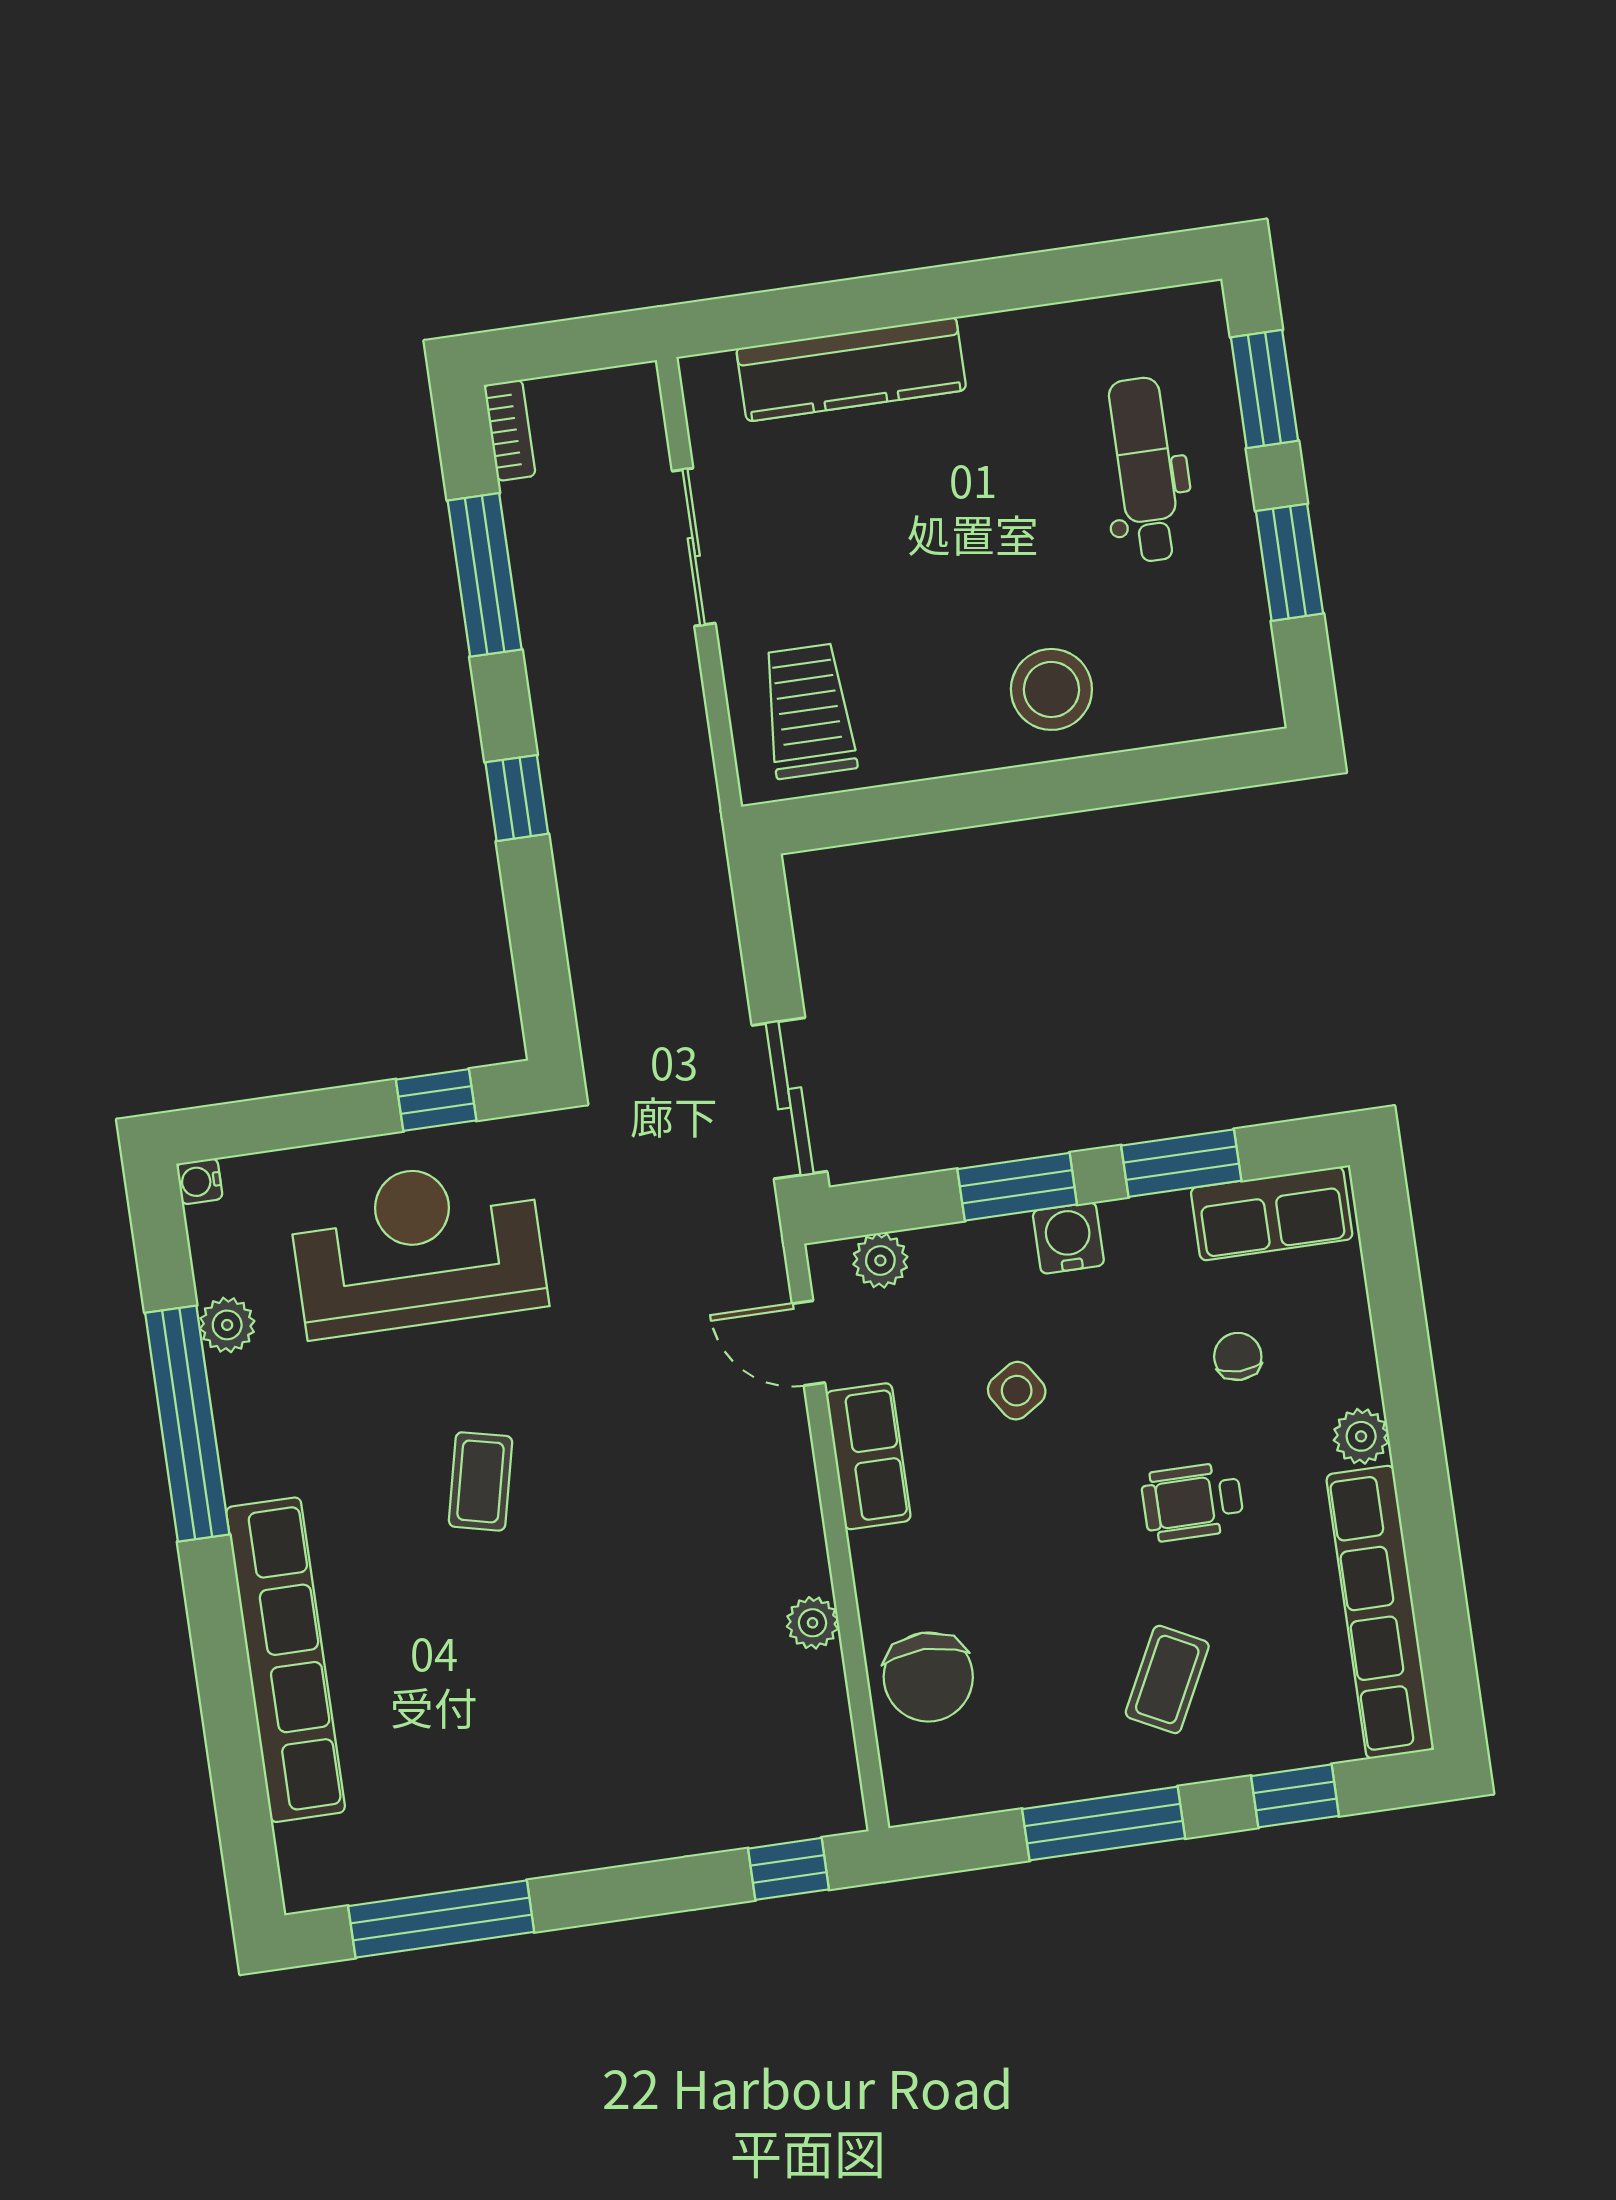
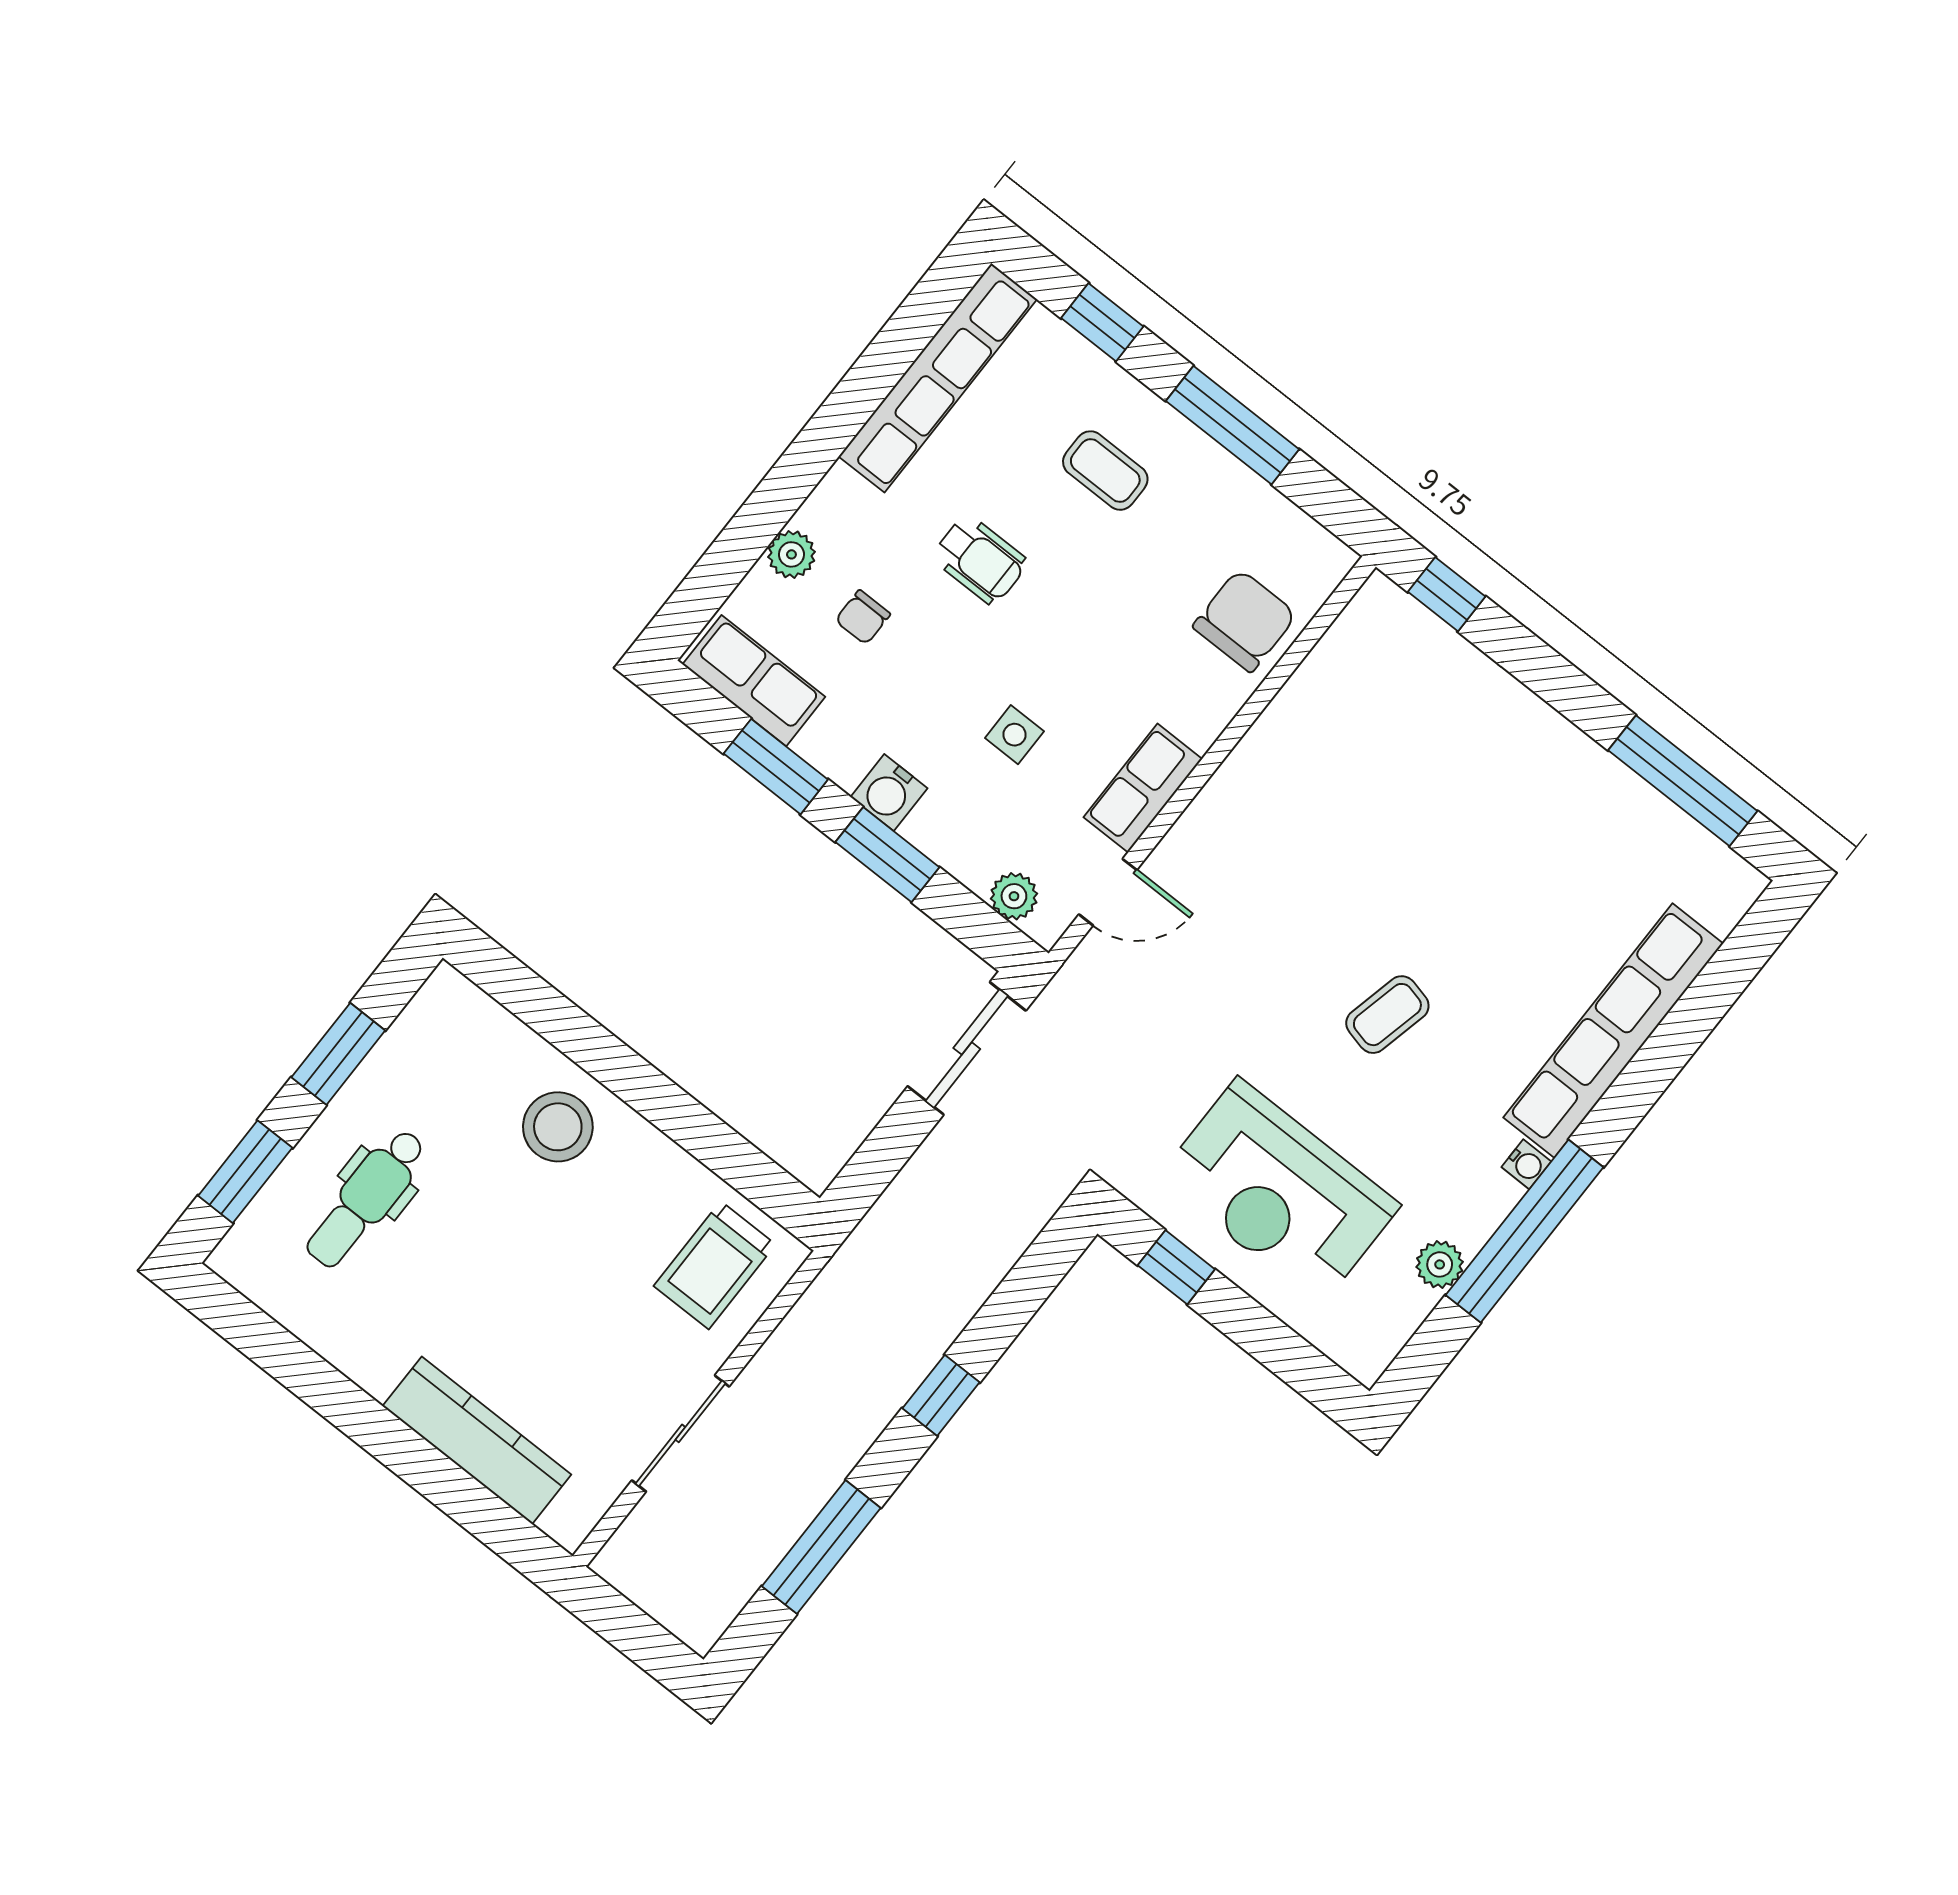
bookcase: (510, 430) -> (716, 1617), removed
water cooler: (199, 1181) -> (1526, 1164), moved
door: (808, 1343) -> (1108, 892), hinge flipped
side table: (1017, 1391) -> (1014, 735), turned 33
plant: (1361, 1436) -> (791, 554), moved
plant: (813, 1623) -> (1279, 725), removed
coffee table: (1167, 1679) -> (1105, 471), turned 63

